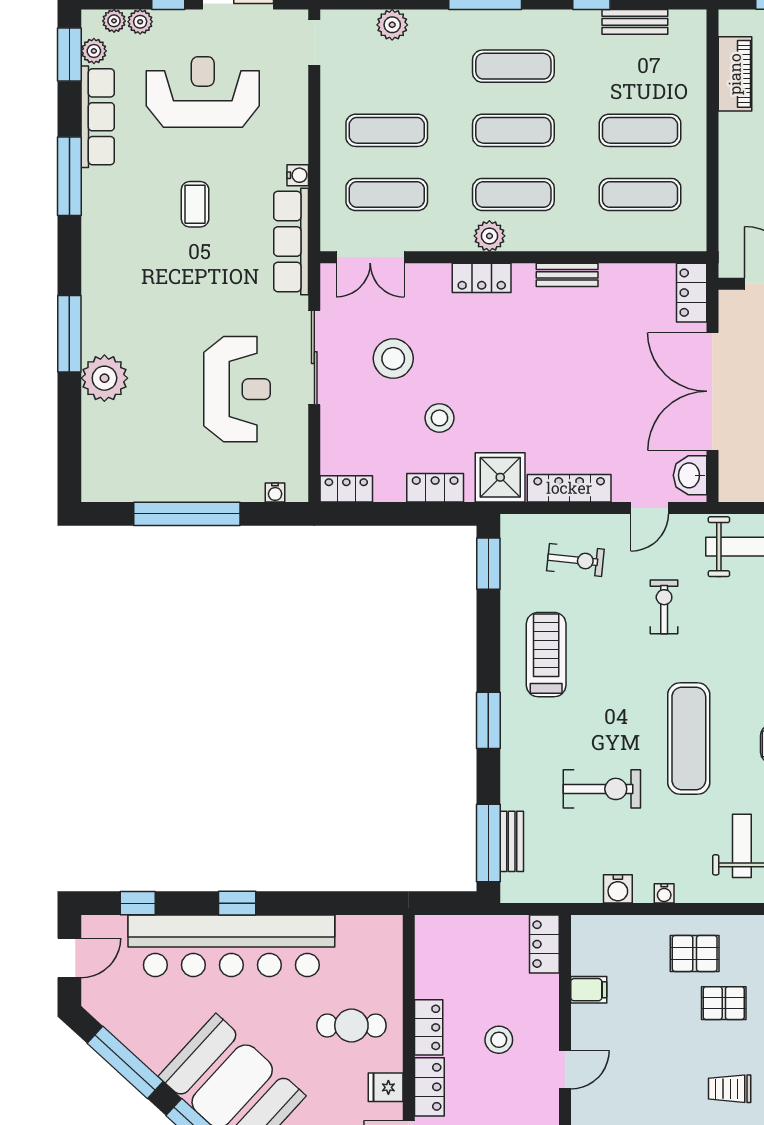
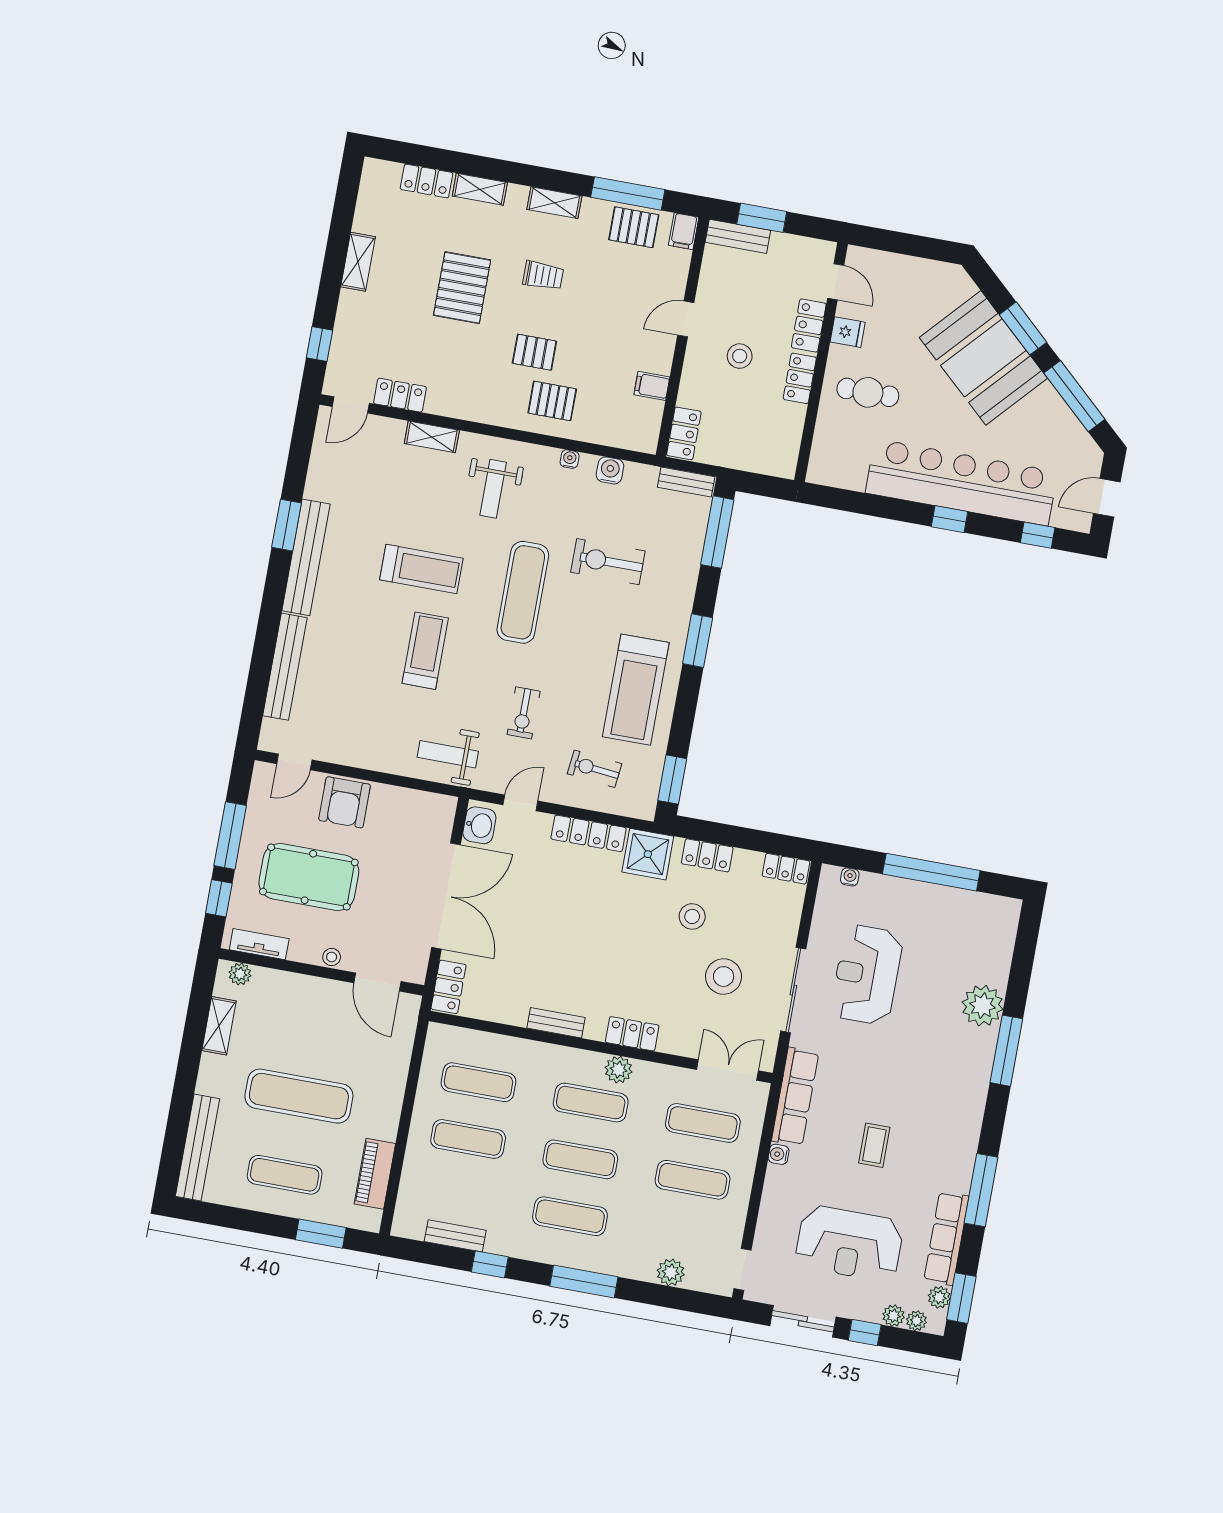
treadmill: (546, 655) -> (636, 690), width x1.37, depth x1.38
bench: (512, 841) -> (686, 482), moved, turned 90

